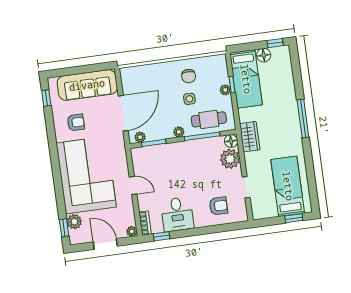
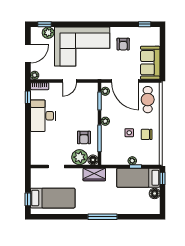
window: (275, 43) -> (163, 178), moved
sofa: (87, 85) -> (150, 63), width x0.73
cafe table: (209, 119) -> (148, 100), moved
armchair: (218, 206) -> (84, 137), moved
desk: (177, 214) -> (43, 116), width x1.37

